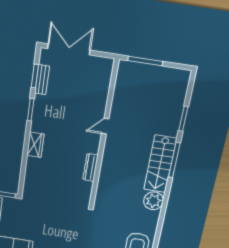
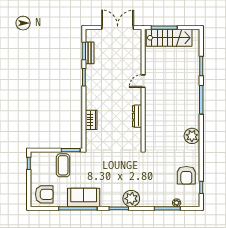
double door: (69, 49) -> (118, 28), moved
wardrobe: (35, 145) -> (91, 120), moved
stairs: (160, 164) -> (169, 38), moved, turned -90

